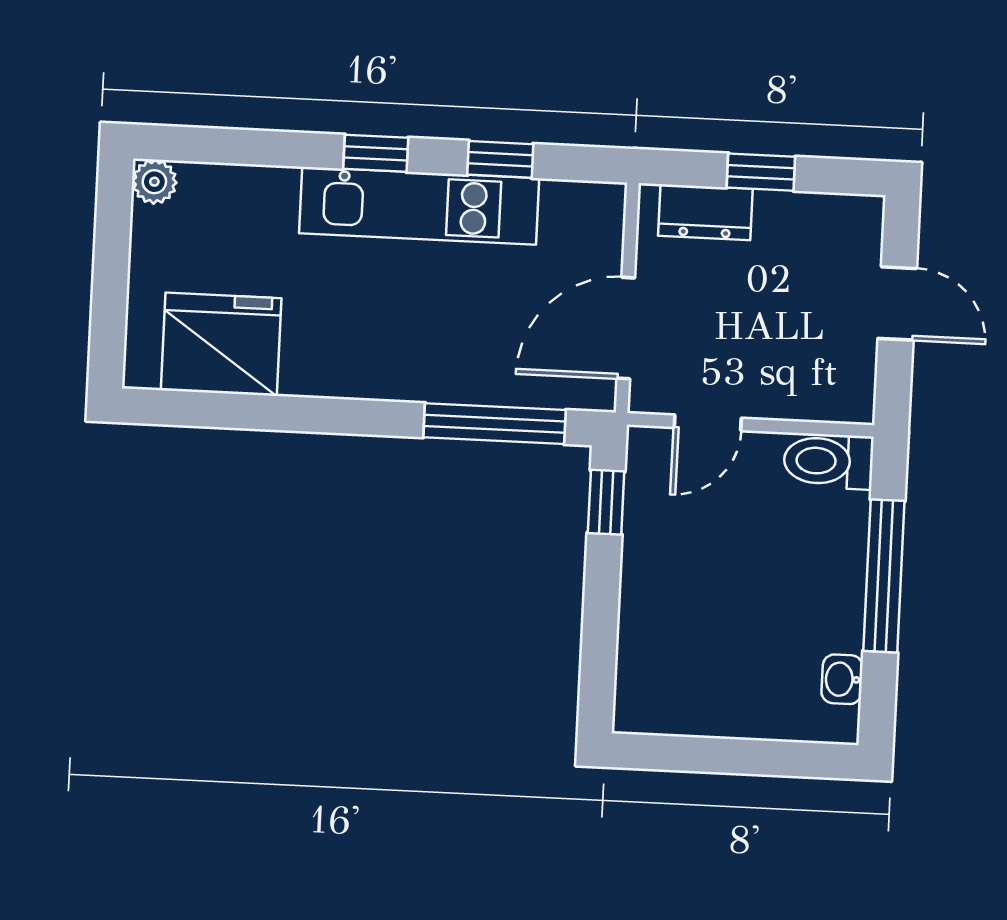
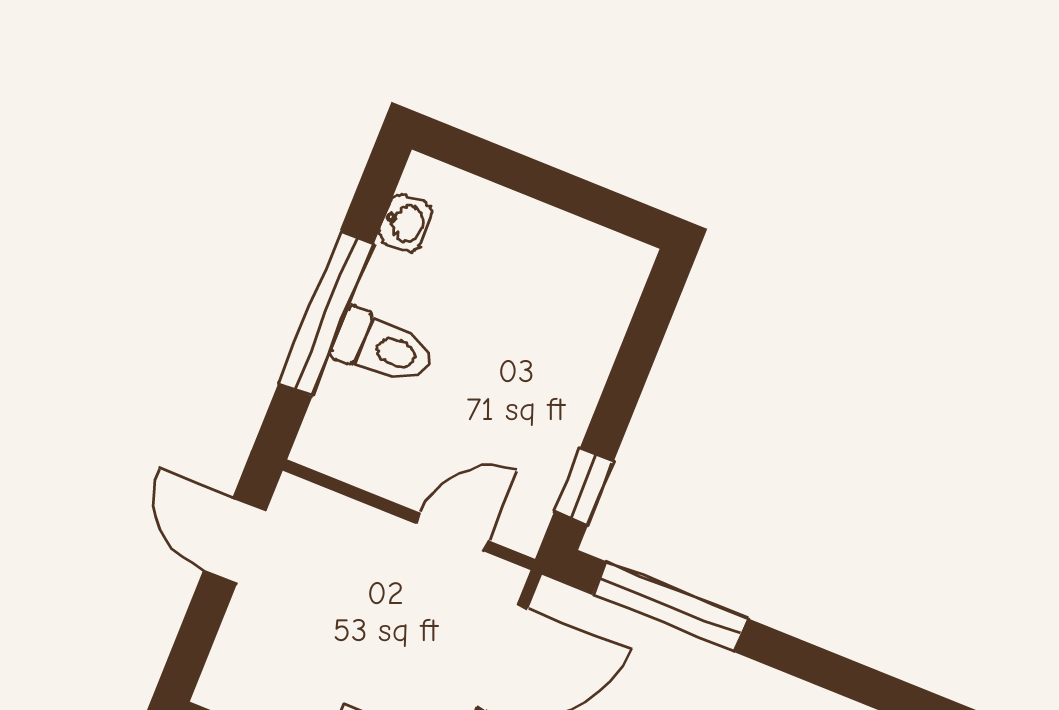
door: (897, 303) -> (235, 541), moved
toilet: (828, 461) -> (383, 348), moved

